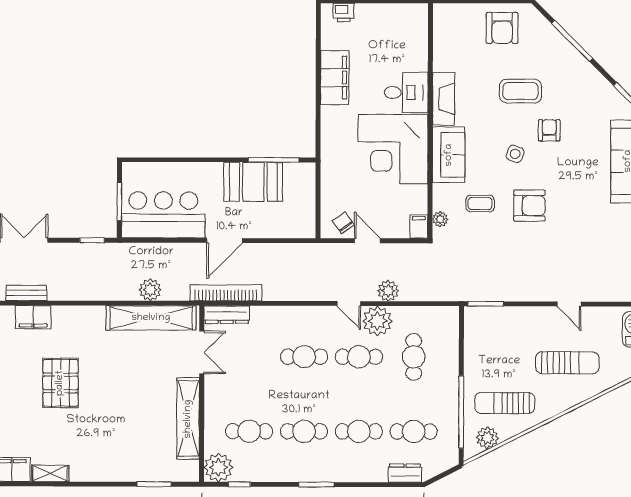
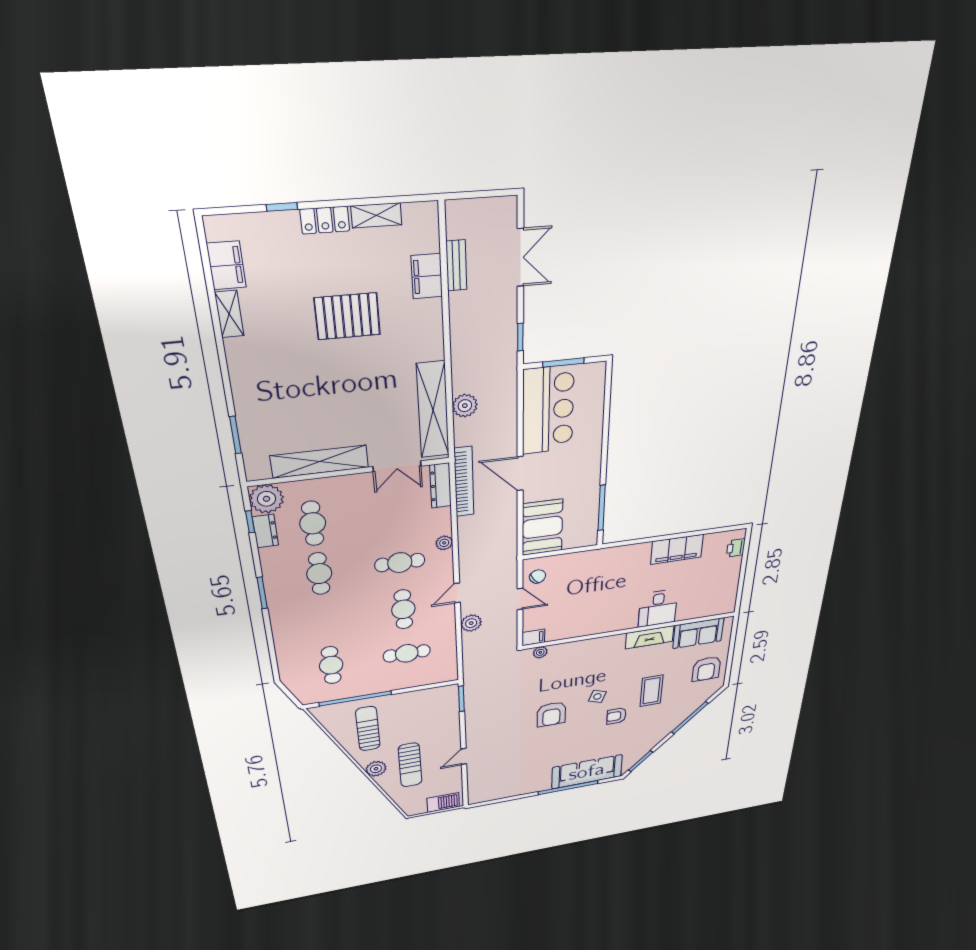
armchair: (502, 28) -> (706, 669), turned -90
armchair: (549, 130) -> (616, 716), turned 180
corner desk: (393, 149) -> (607, 606), removed
sofa: (449, 155) -> (698, 633), moved
booth: (253, 182) -> (542, 527), moved
coffee table: (480, 204) -> (554, 679), removed
door: (367, 241) -> (520, 599), hinge flipped
plant: (378, 321) -> (444, 543), moved, width x0.53, depth x0.53
cafe table: (304, 357) -> (400, 563), turned 90
cafe table: (359, 431) -> (325, 621), removed
plant: (487, 438) -> (376, 769), moved
dresser: (405, 473) -> (265, 531), moved

